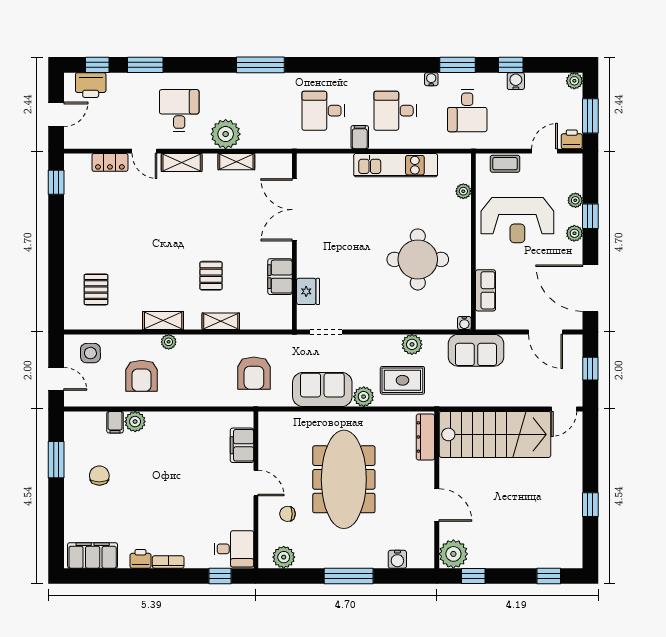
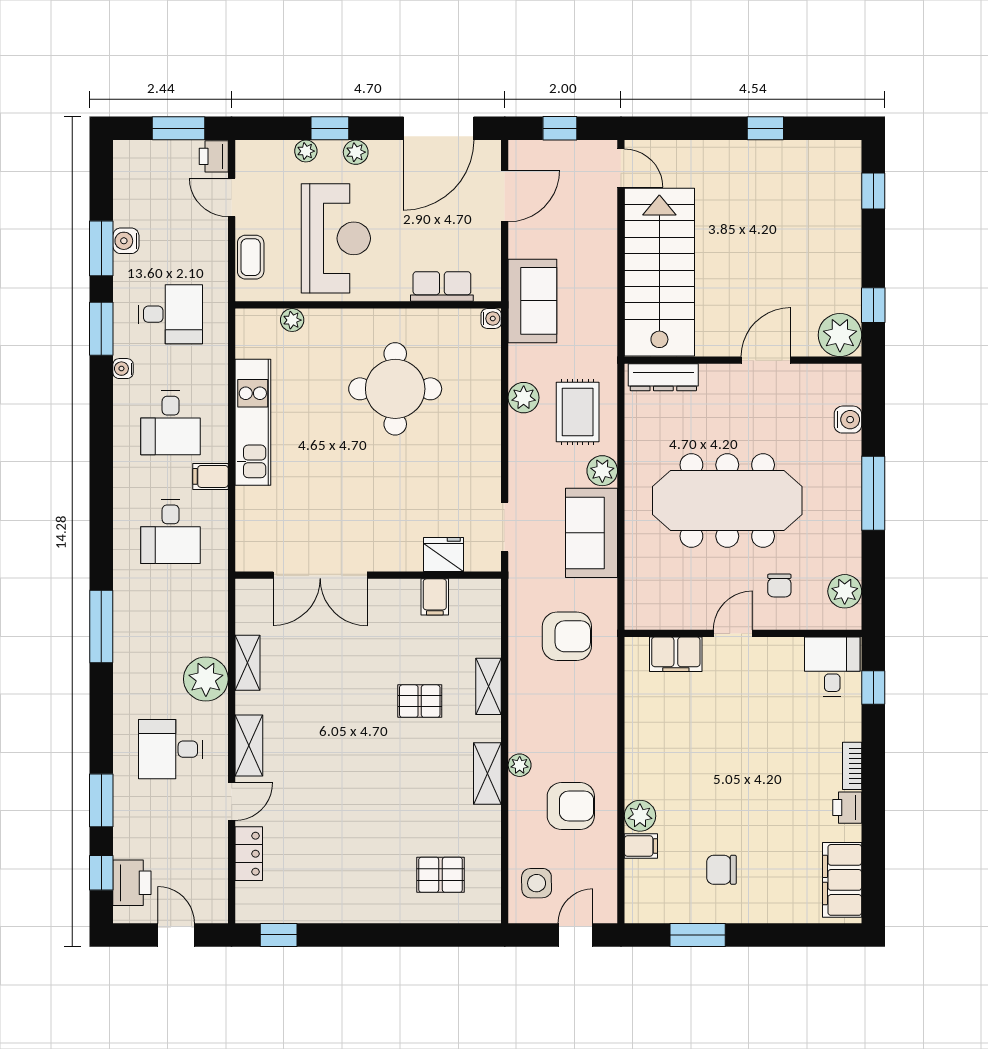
window: (511, 65) -> (101, 248), width x1.50
plant: (574, 81) -> (125, 152), removed
filing cabinet: (280, 277) -> (435, 597), width x0.50

